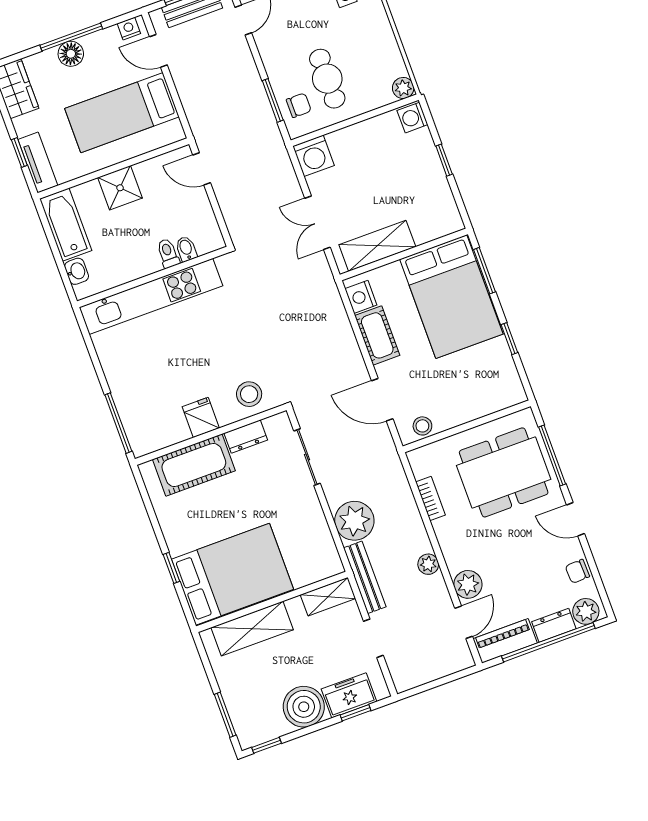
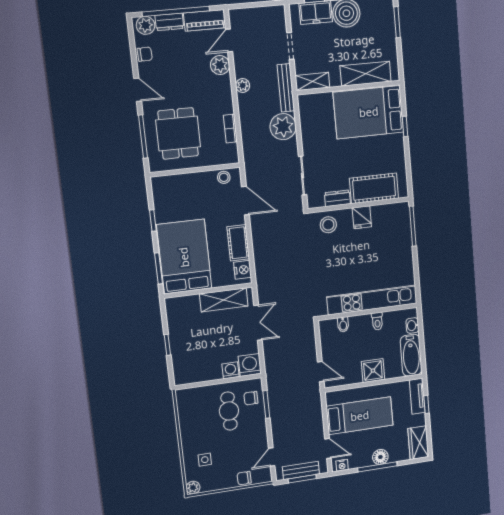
plant: (403, 88) -> (182, 396), removed
washing machine: (412, 118) -> (231, 370), moved, turned -90
toilet: (168, 253) -> (377, 321), moved
dining table: (504, 472) -> (178, 133), width x0.73

